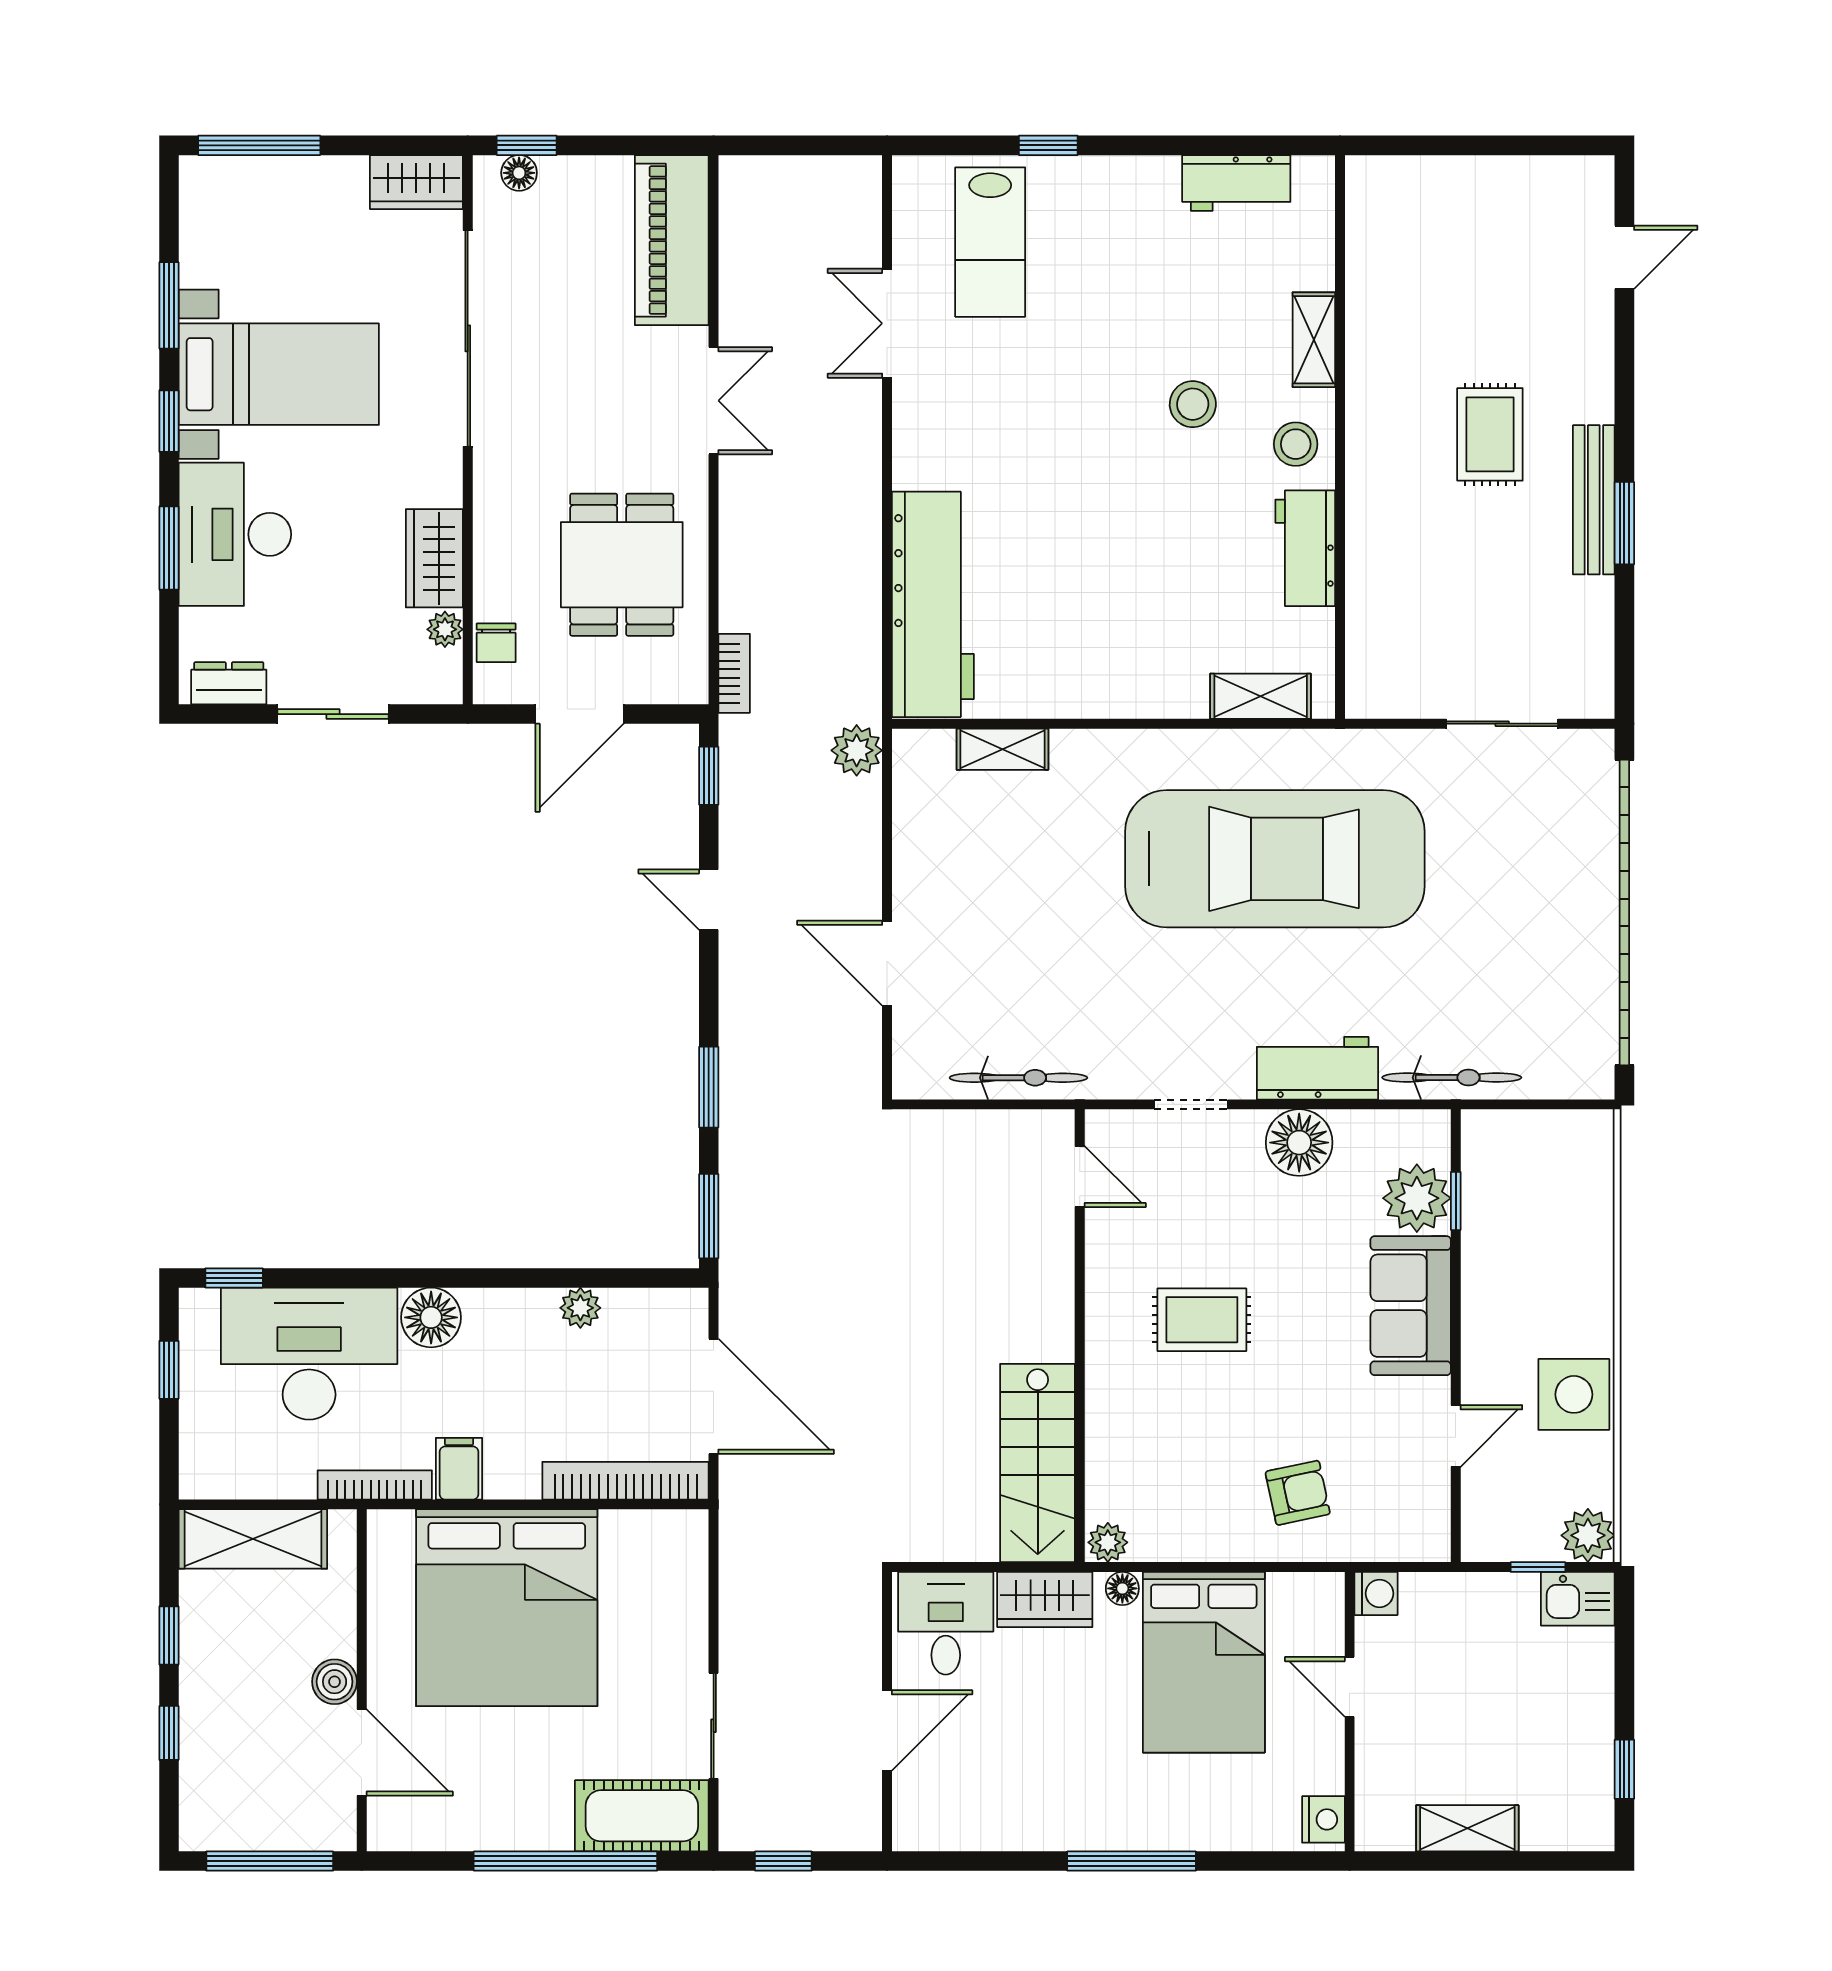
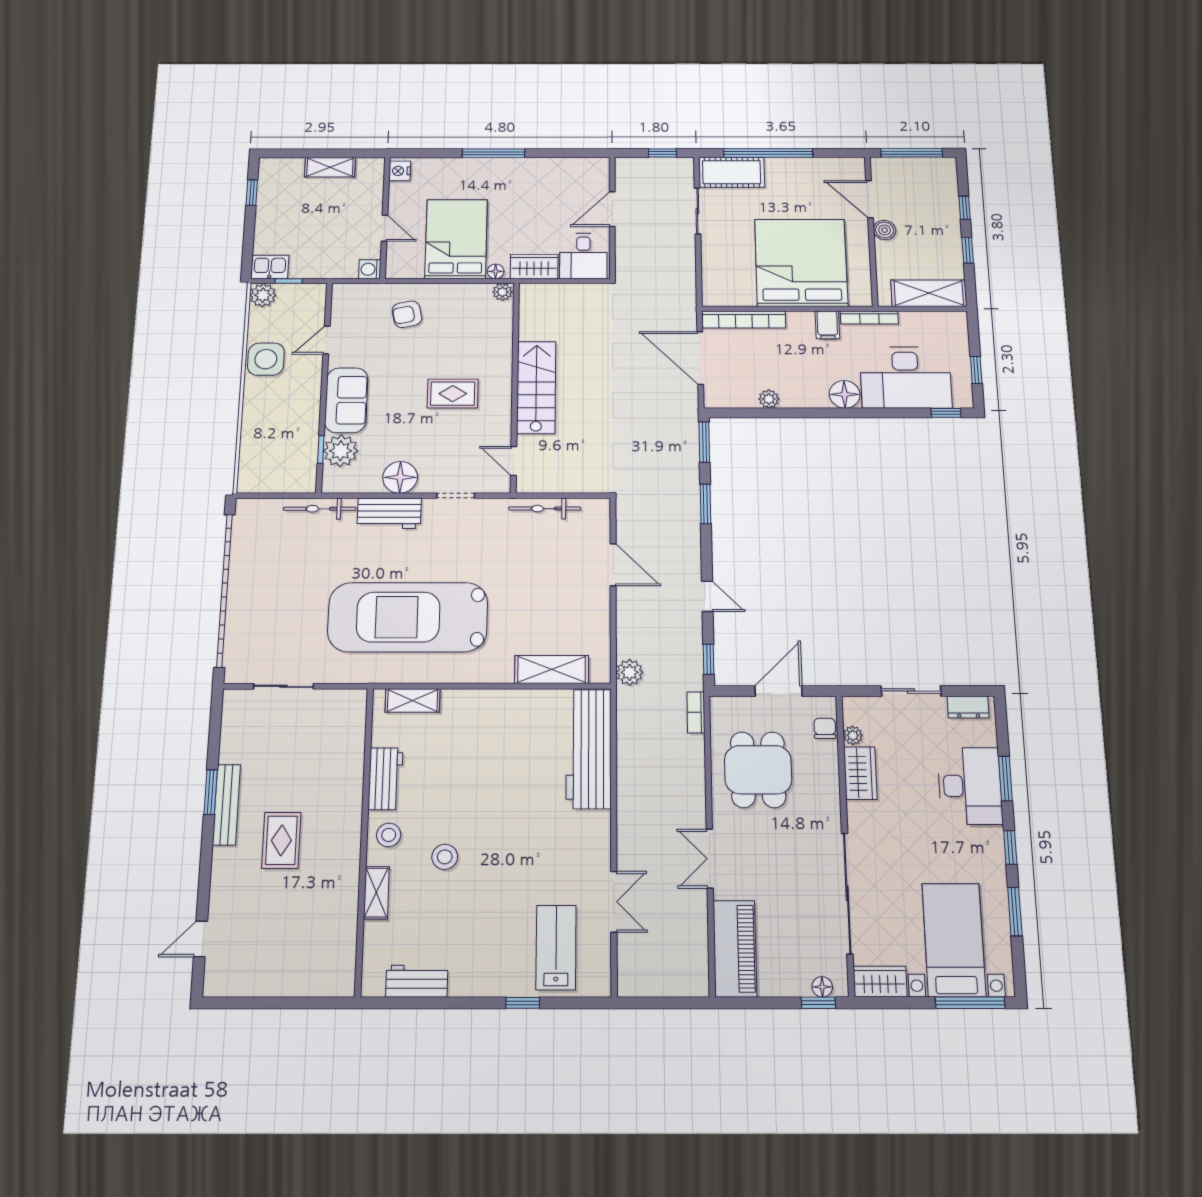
bed with nightstands: (279, 374) -> (954, 940), moved, turned 90
shelving: (1002, 749) -> (552, 669), width x1.50, depth x1.33
stairs: (1038, 1463) -> (536, 387), moved

